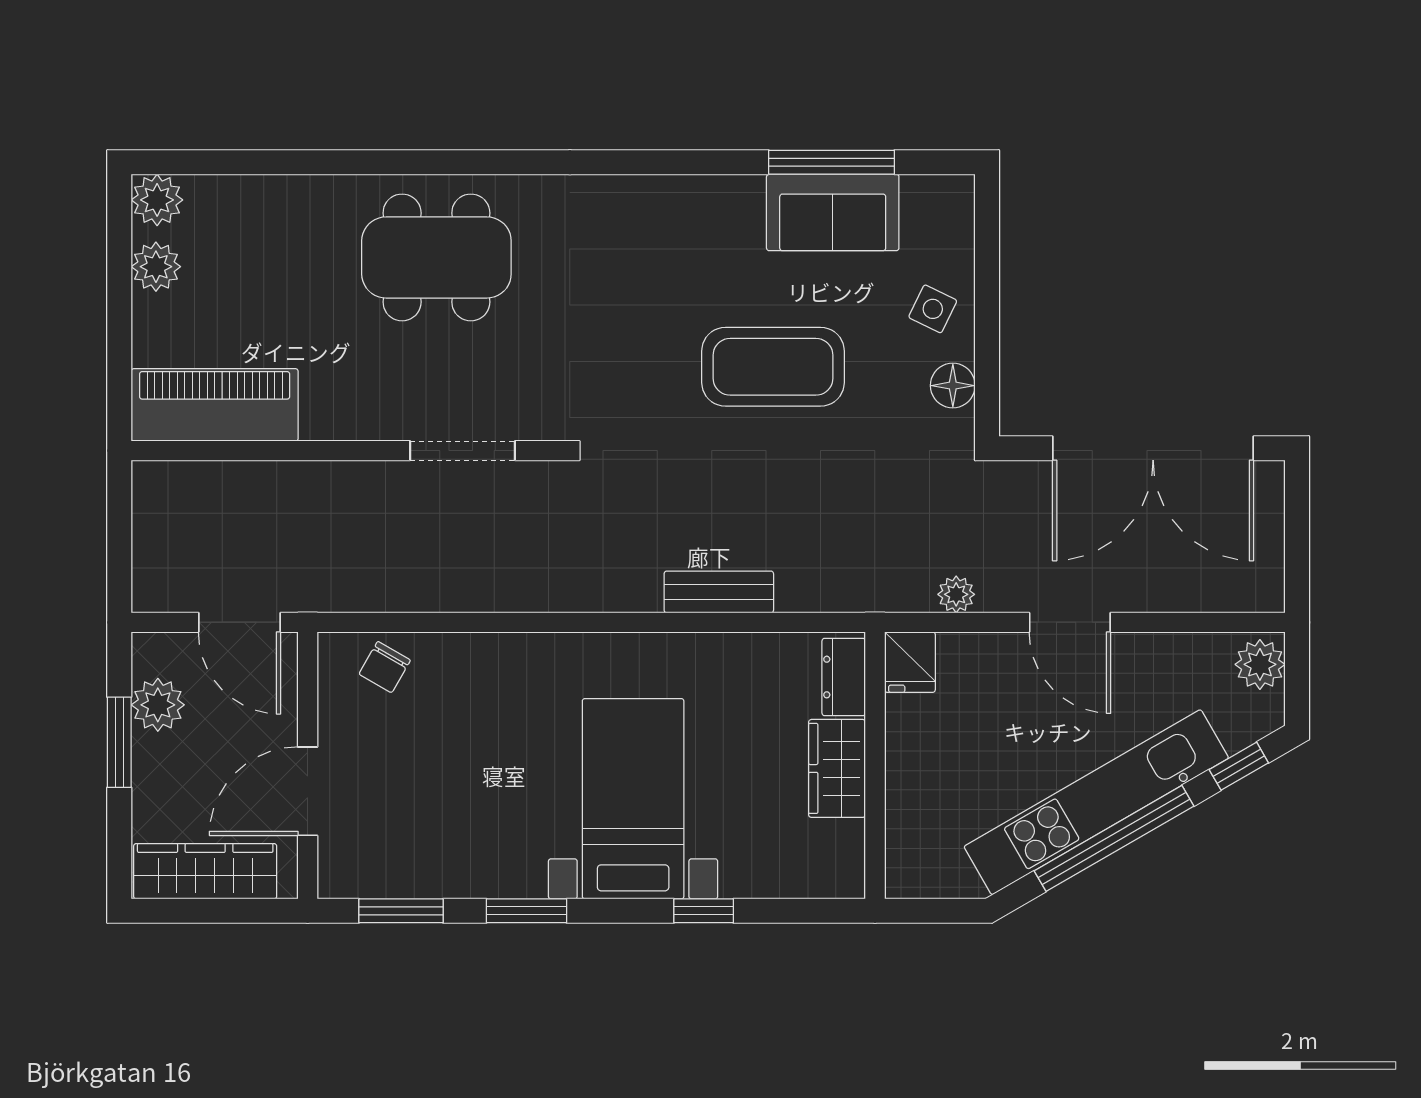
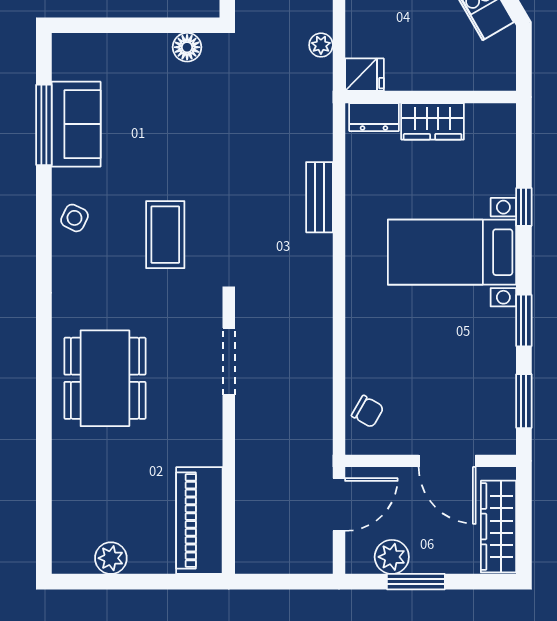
plant: (157, 200) -> (68, 557), removed
side table: (933, 309) -> (74, 218), moved
coffee table: (773, 367) -> (165, 235), moved, width x0.73, depth x0.76

